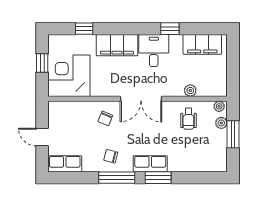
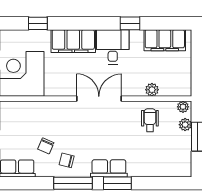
double door: (141, 99) -> (99, 99), swing flipped
chair: (105, 118) -> (46, 146), moved
wheelchair: (188, 119) -> (150, 120), turned 180

